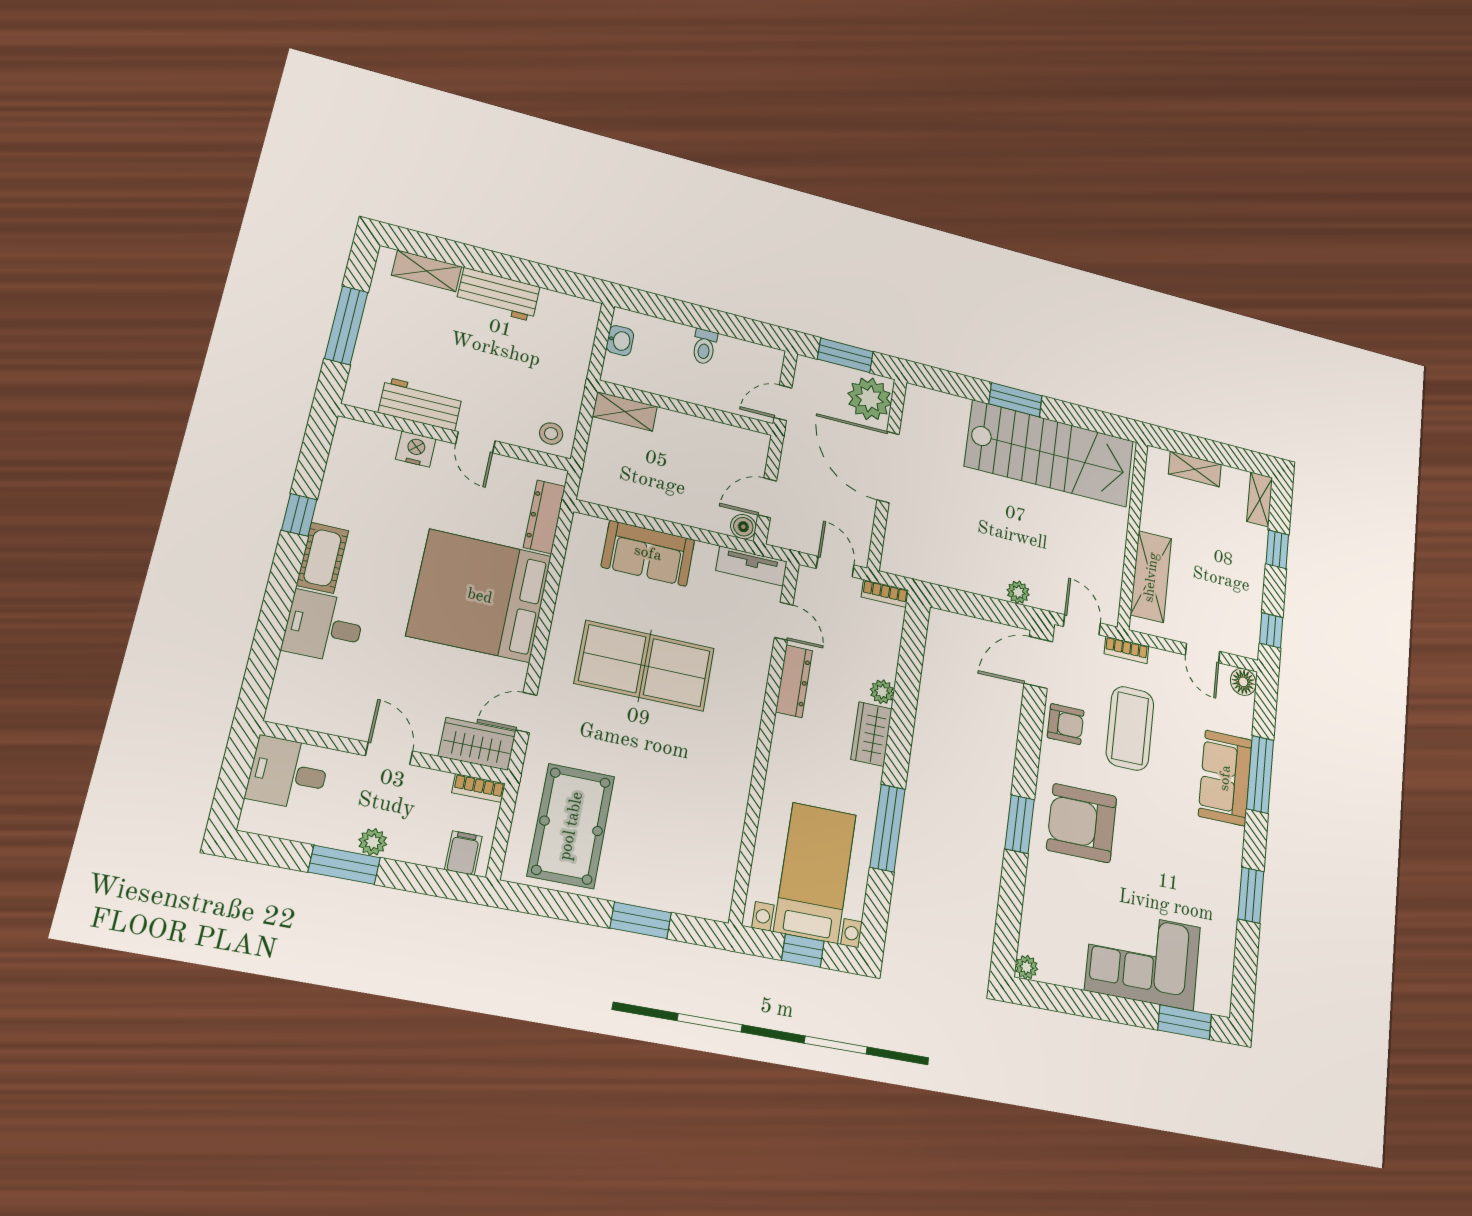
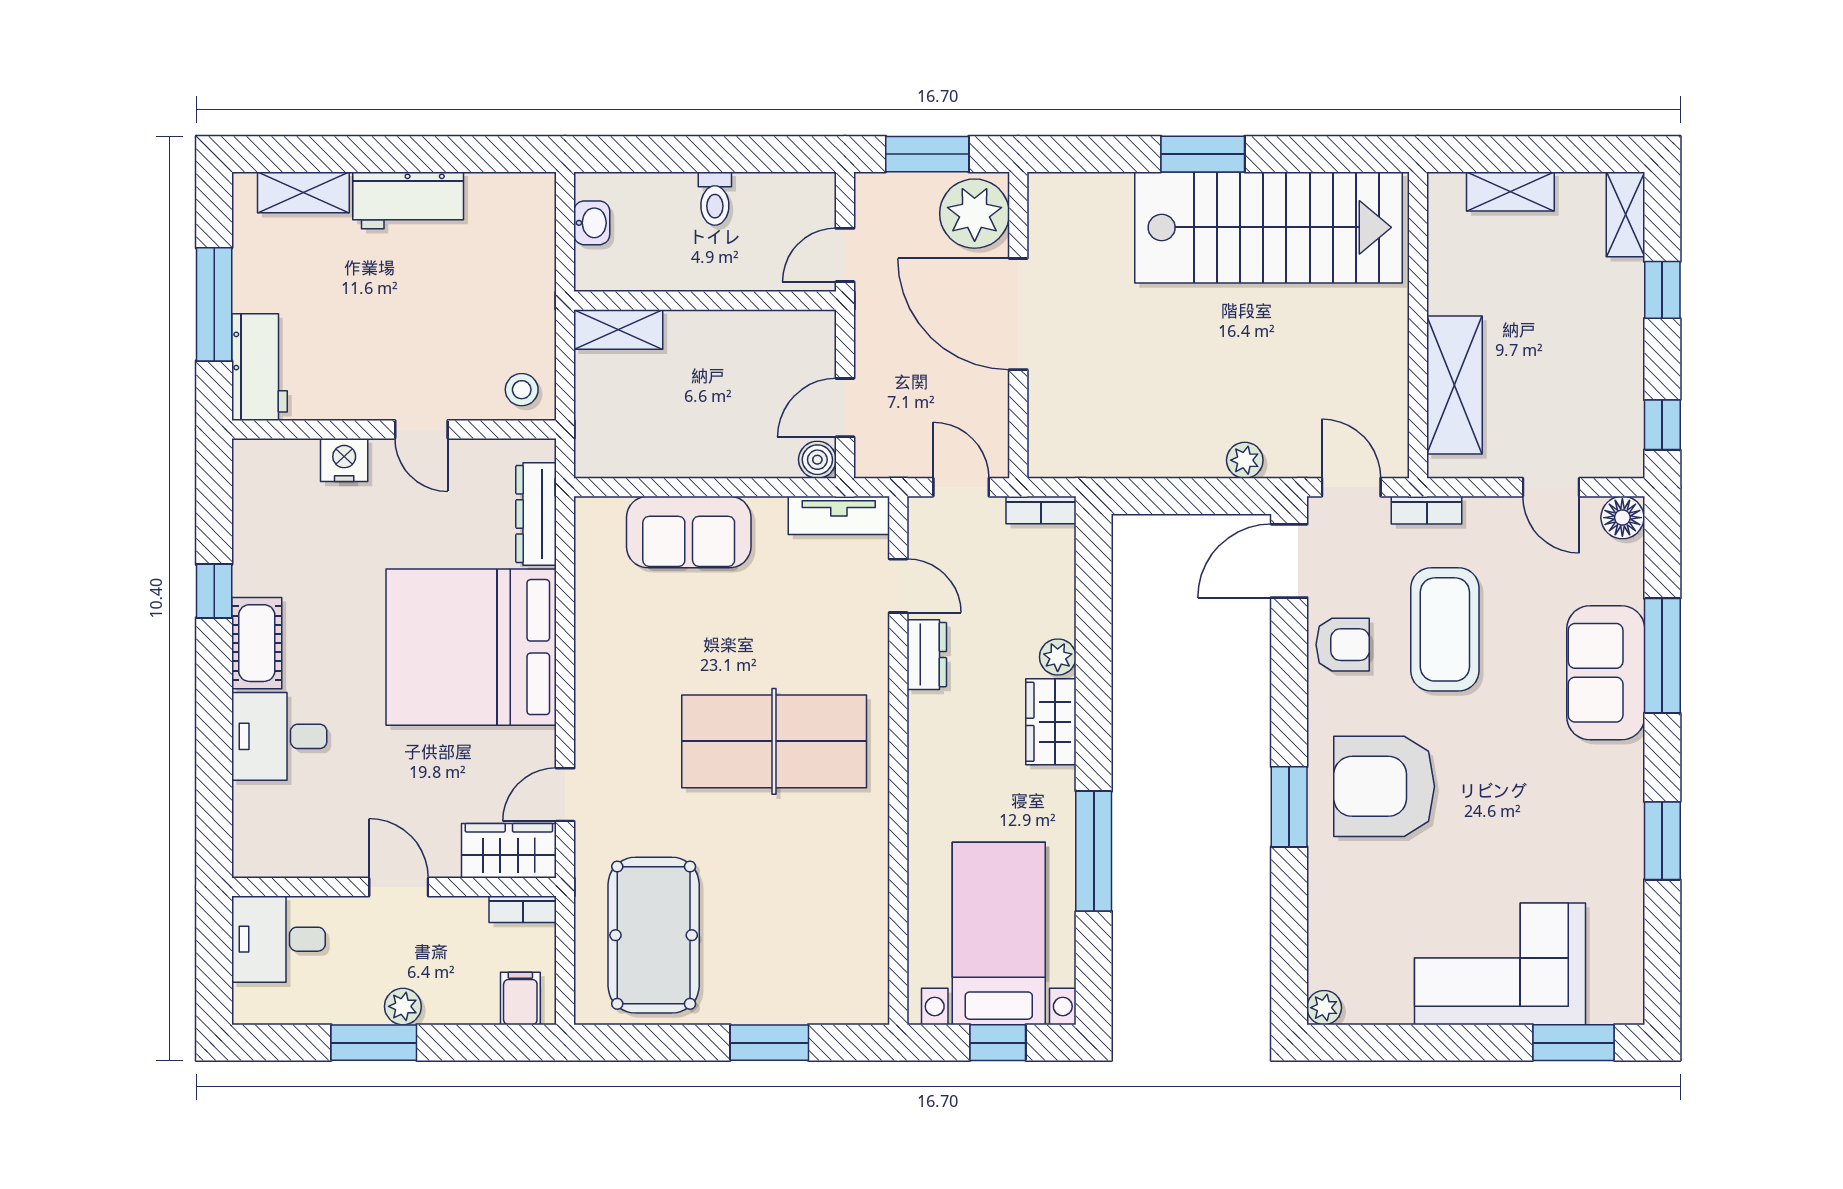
workbench: (420, 404) -> (259, 367), moved, turned 90
table tennis table: (645, 666) -> (774, 741), moved
dresser: (794, 681) -> (927, 655), width x0.70

